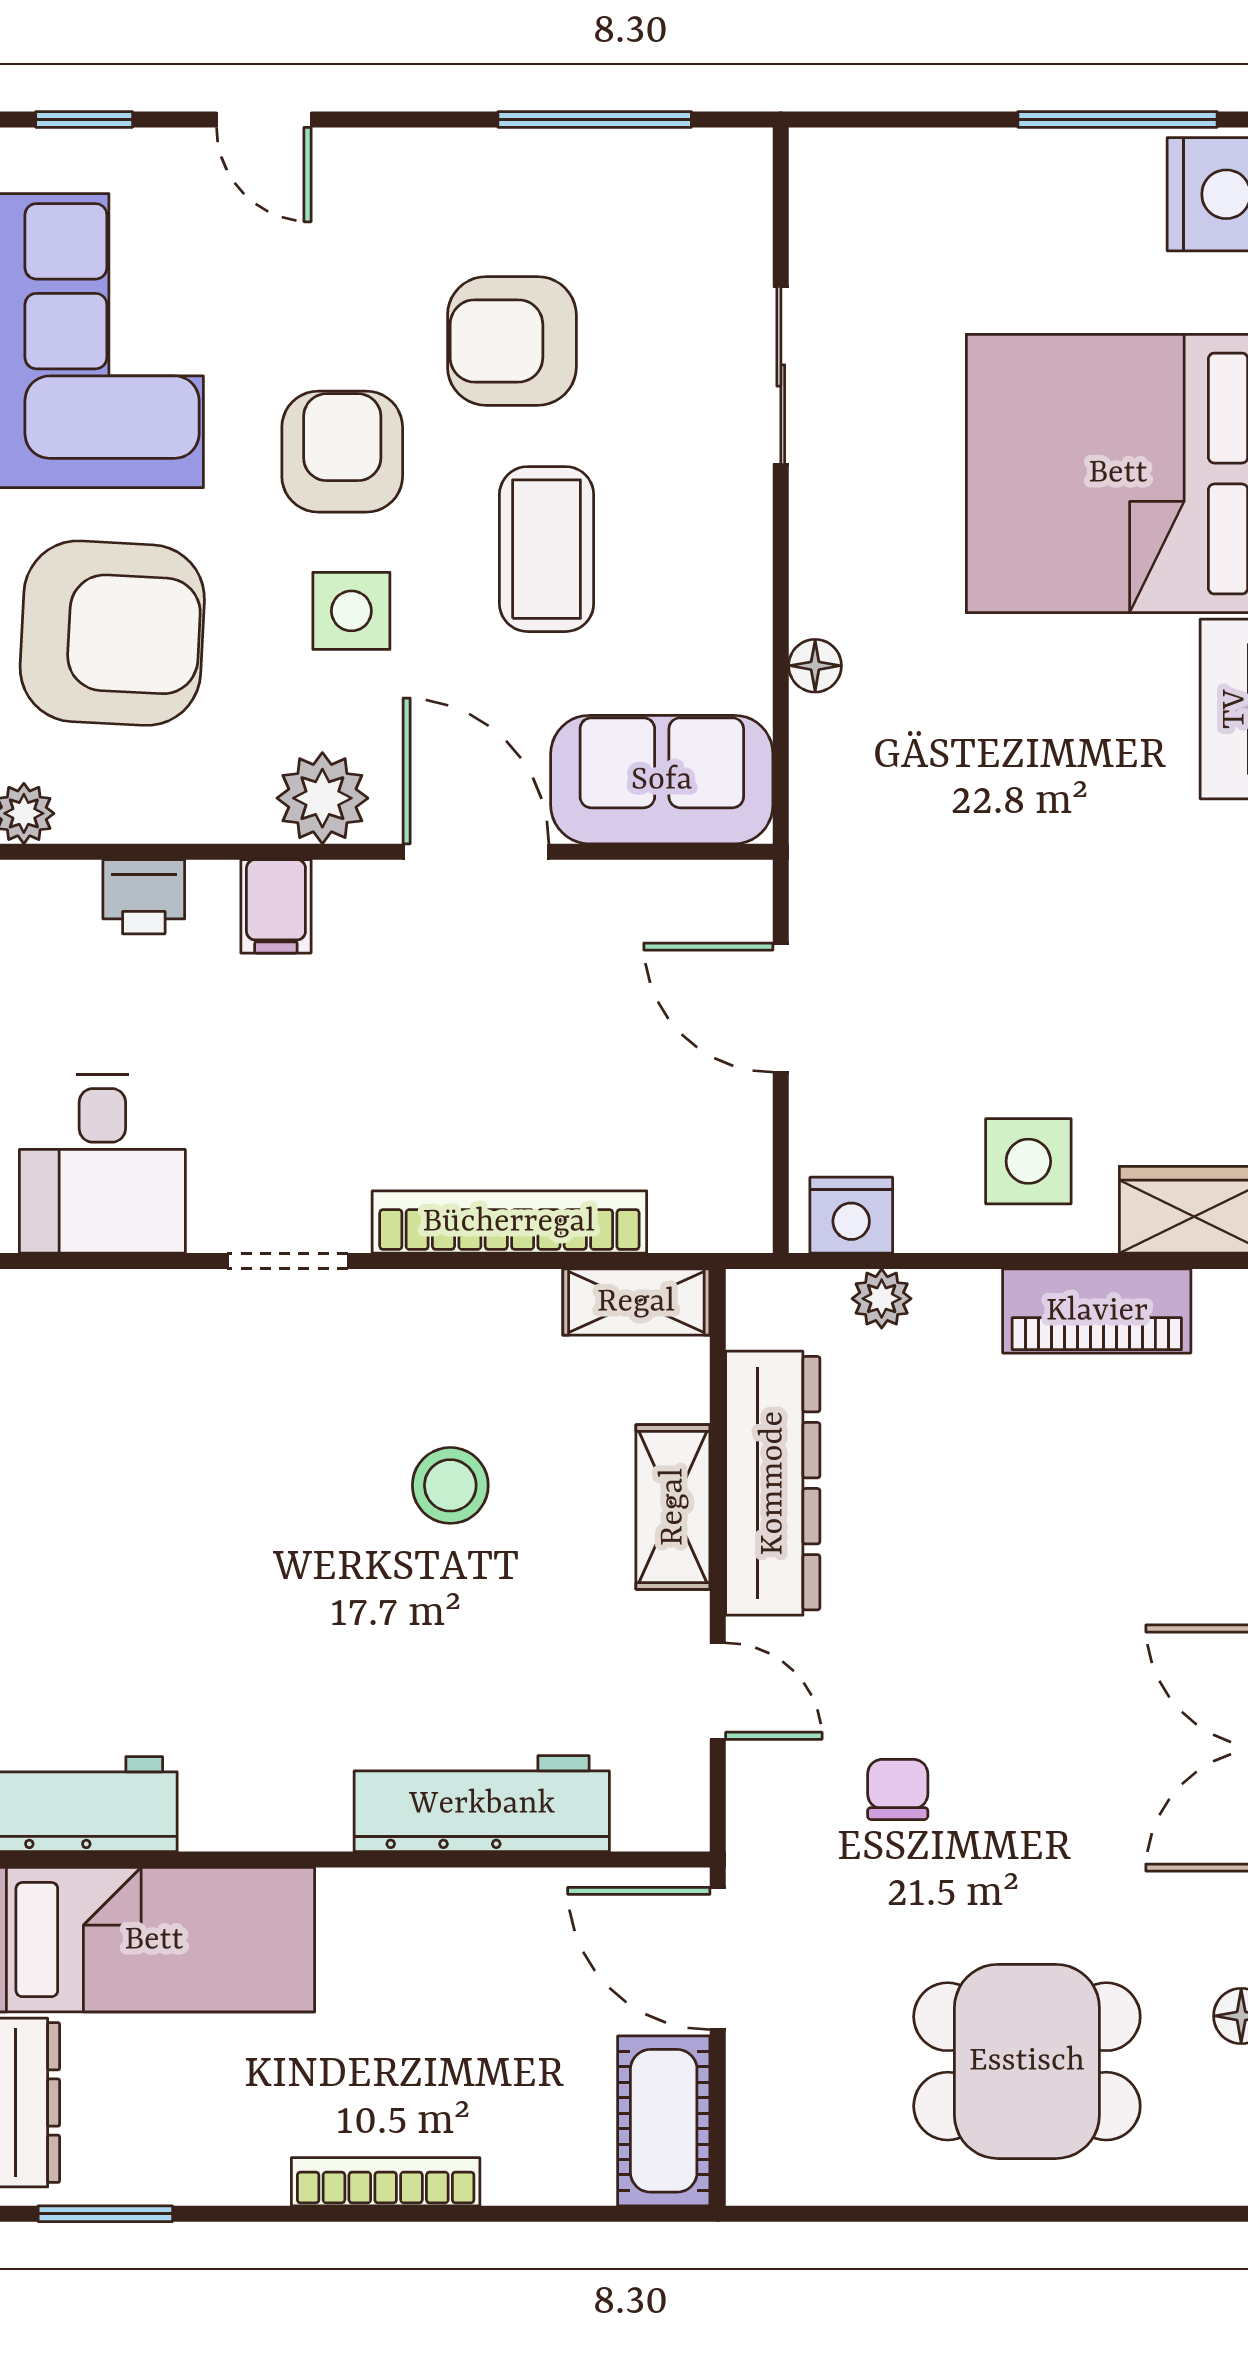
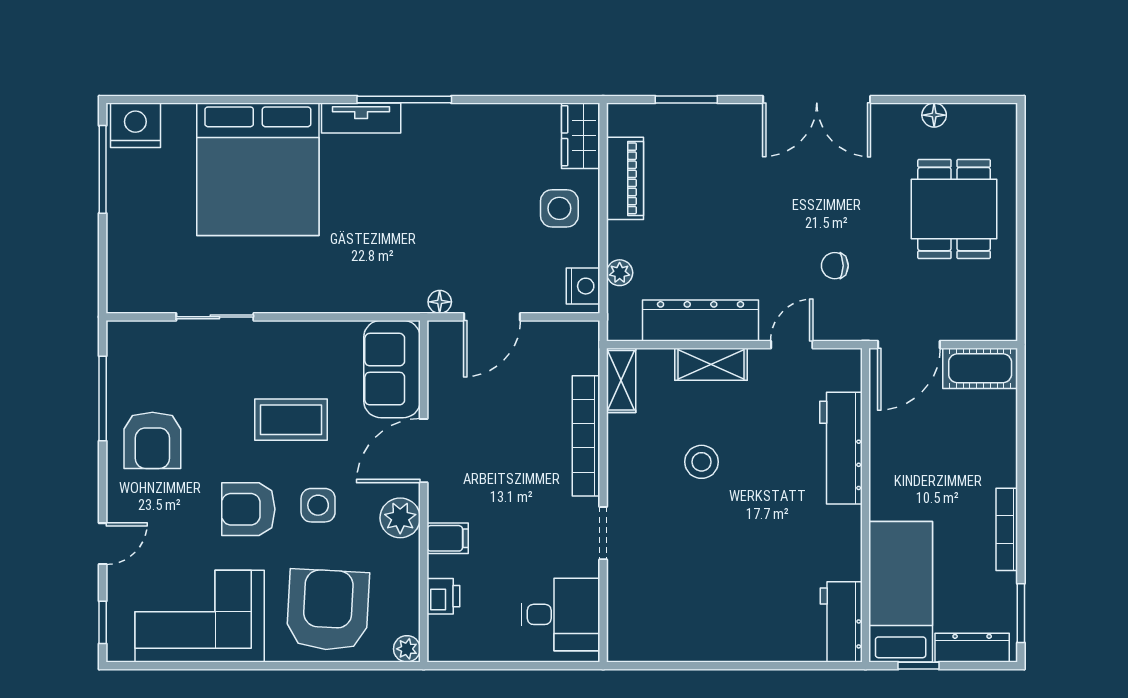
armchair: (512, 341) -> (152, 440), moved
floor lamp: (815, 666) -> (440, 302), moved
bookcase: (386, 2182) -> (1007, 529), moved

